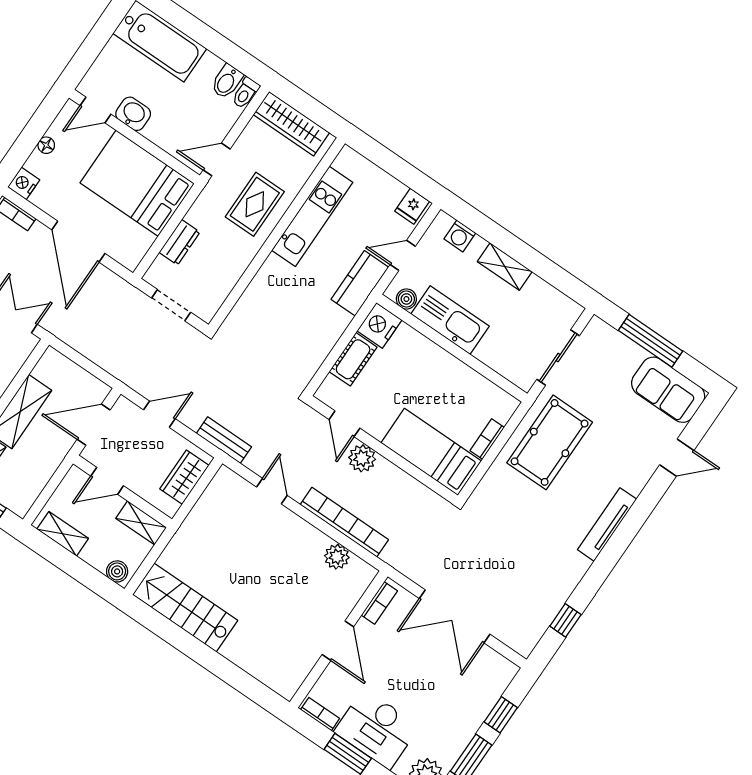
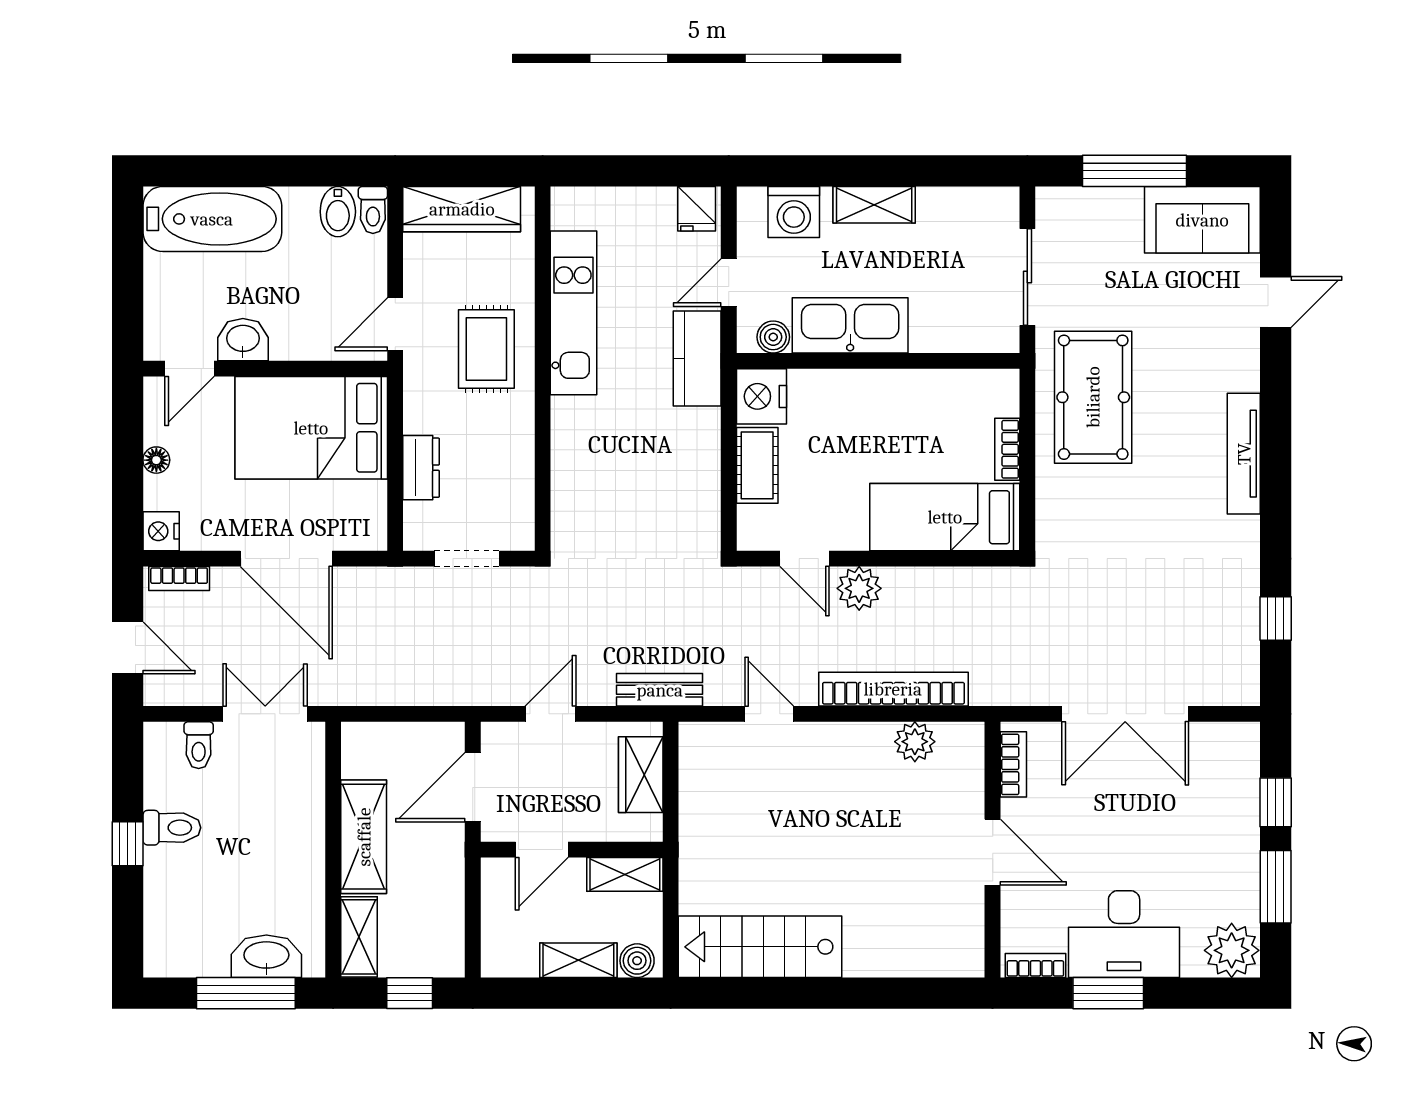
washing machine: (460, 236) -> (794, 212), width x1.38, depth x1.38
shelving: (63, 534) -> (578, 960), moved

